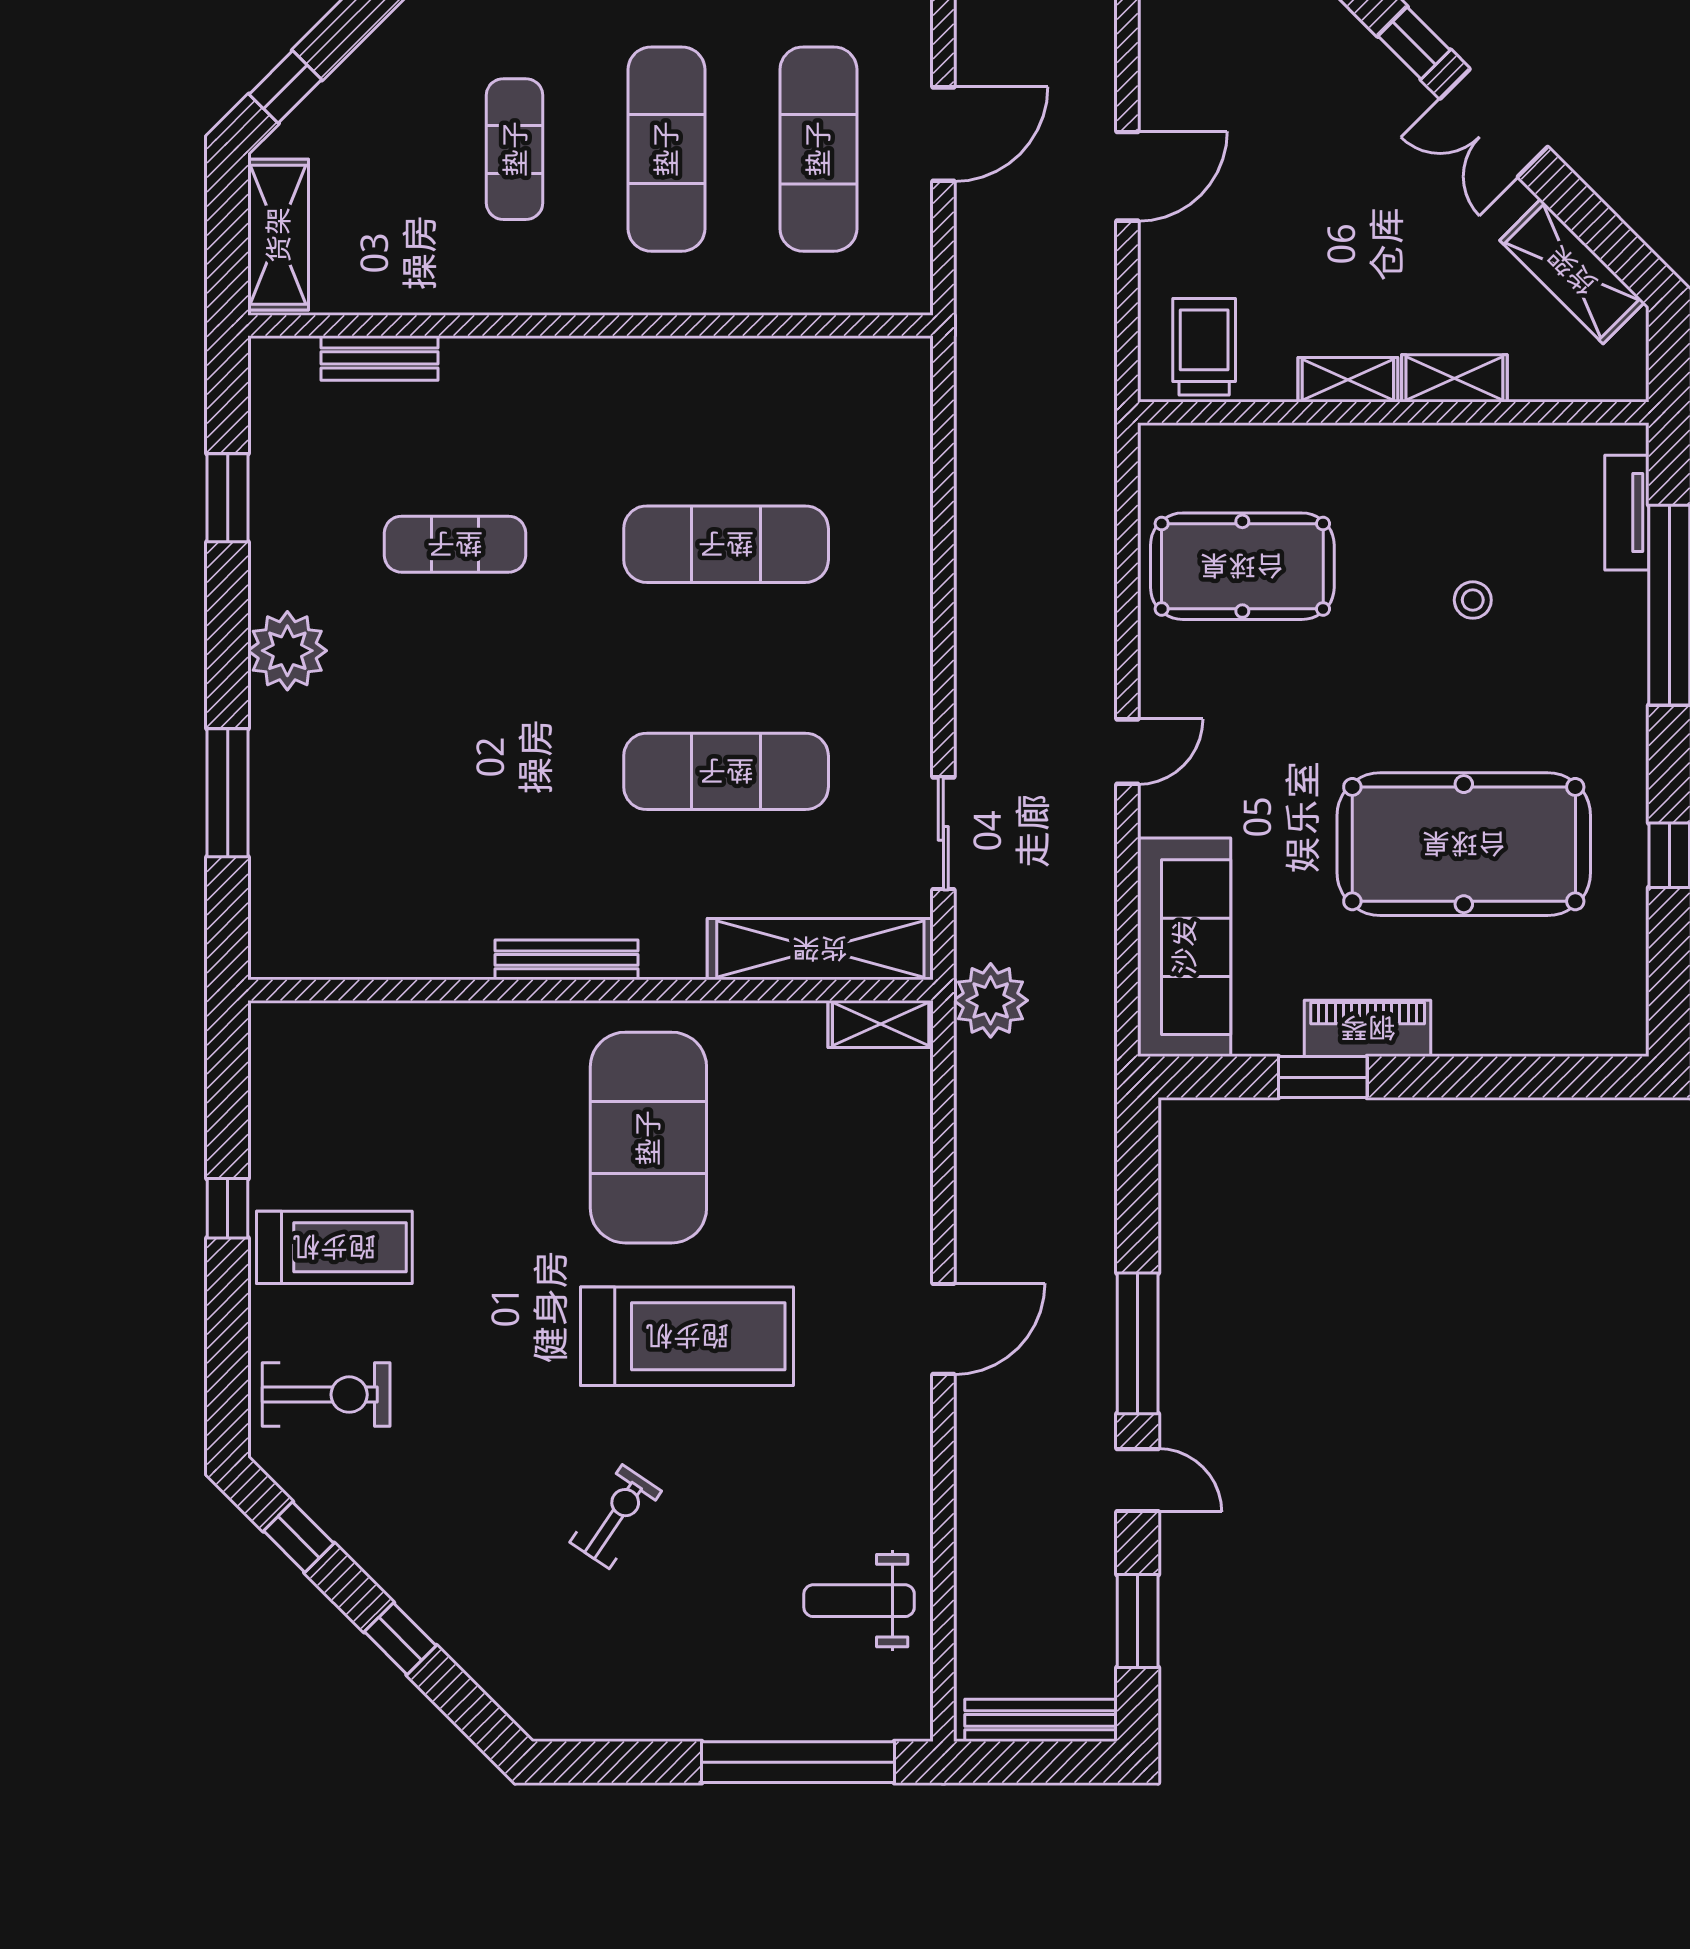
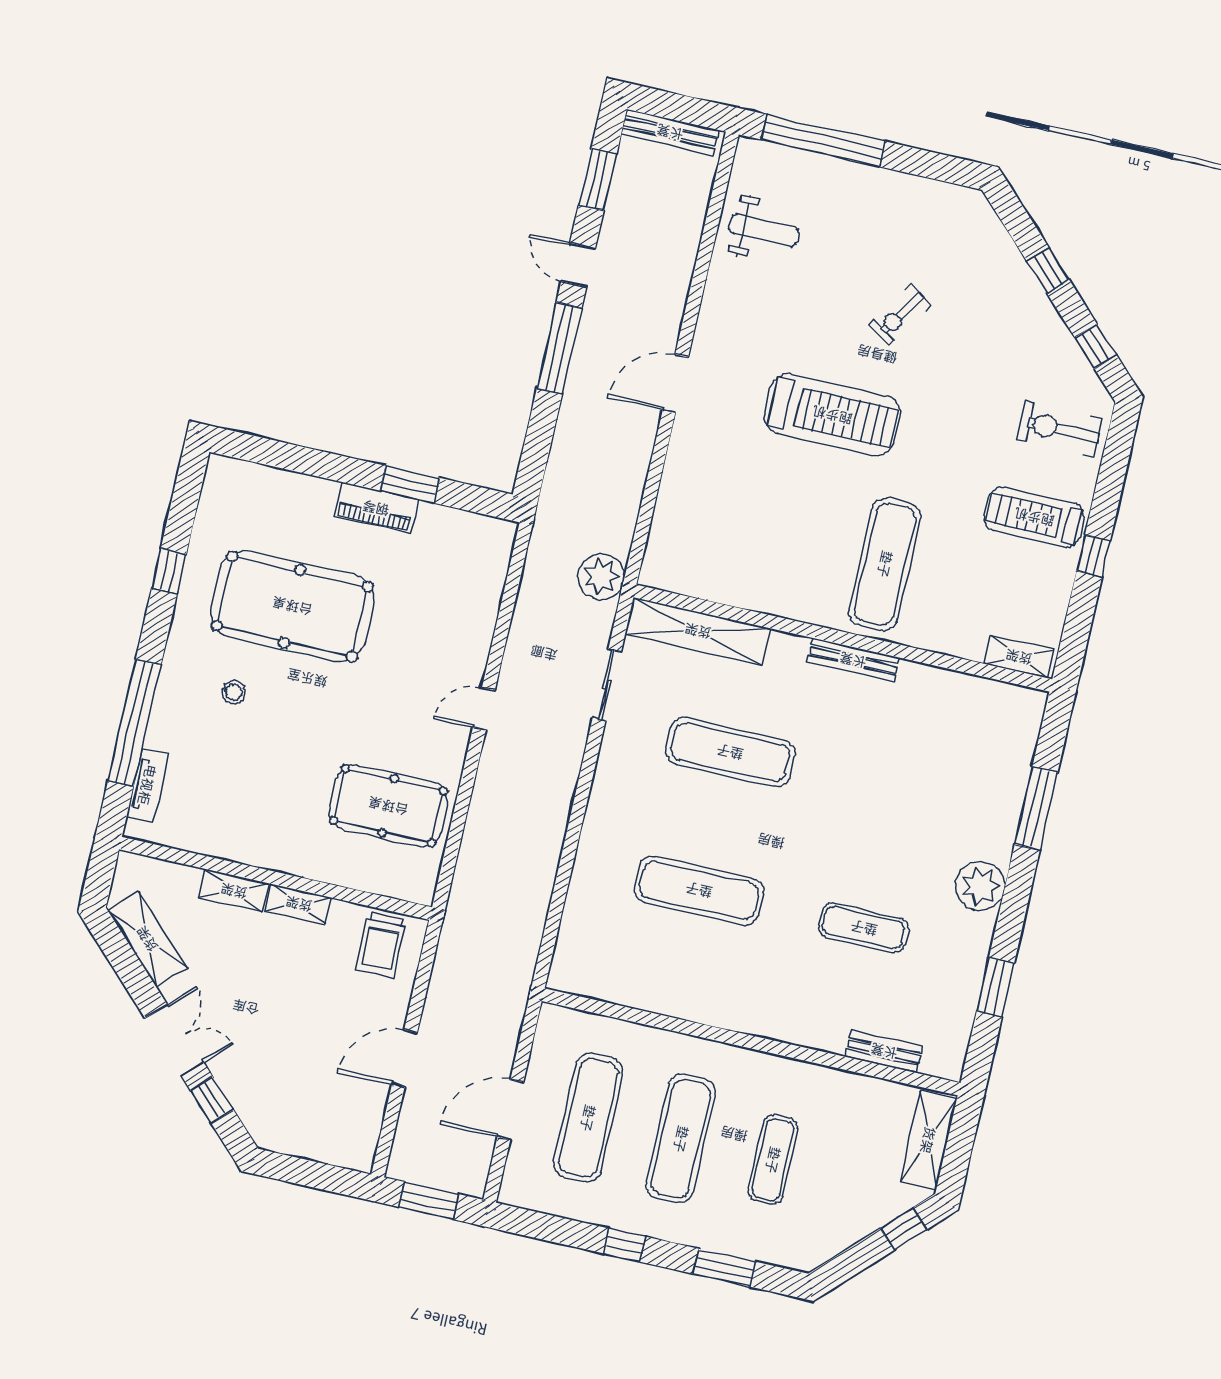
stool: (1473, 600) -> (234, 692), moved
sofa: (1184, 947) -> (476, 582), removed
shelving: (881, 1024) -> (1019, 657), moved
exercise mat: (648, 1138) -> (885, 564), moved, width x0.68
treadmill: (687, 1336) -> (832, 415), turned 180

